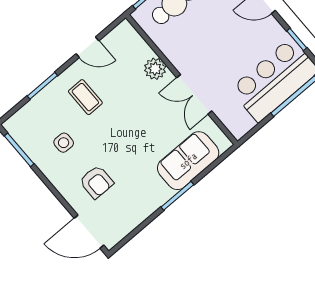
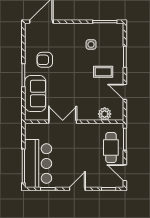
door: (87, 47) -> (125, 92), hinge flipped
plant: (155, 69) -> (105, 114), moved
armchair: (96, 182) -> (45, 60), moved

